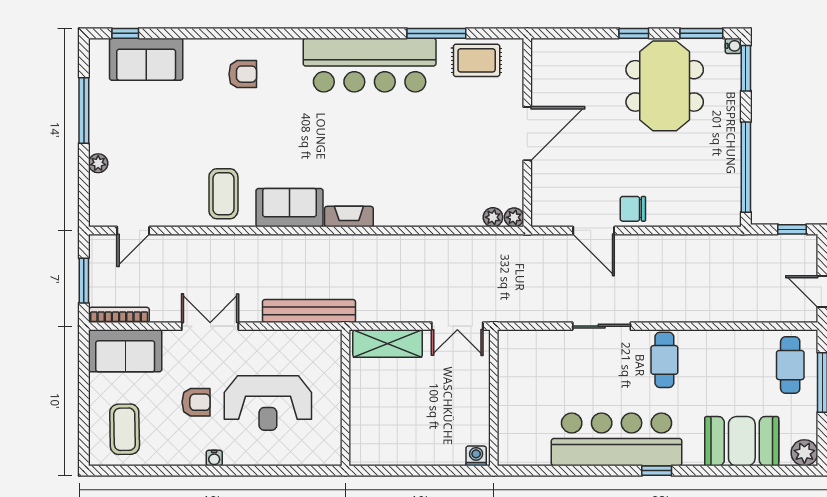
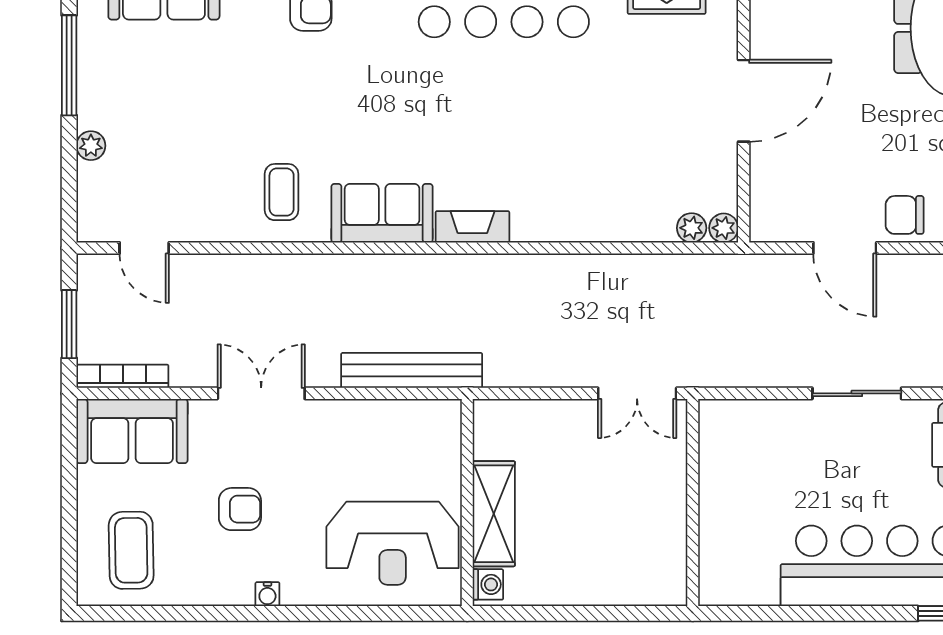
coffee table: (223, 194) -> (282, 192), width x0.73, depth x0.77
door: (133, 230) -> (144, 248), hinge flipped
shelving: (388, 344) -> (494, 514), moved, turned 90
reception desk: (268, 403) -> (393, 543), moved
washing machine: (476, 456) -> (488, 584), moved, turned 90

